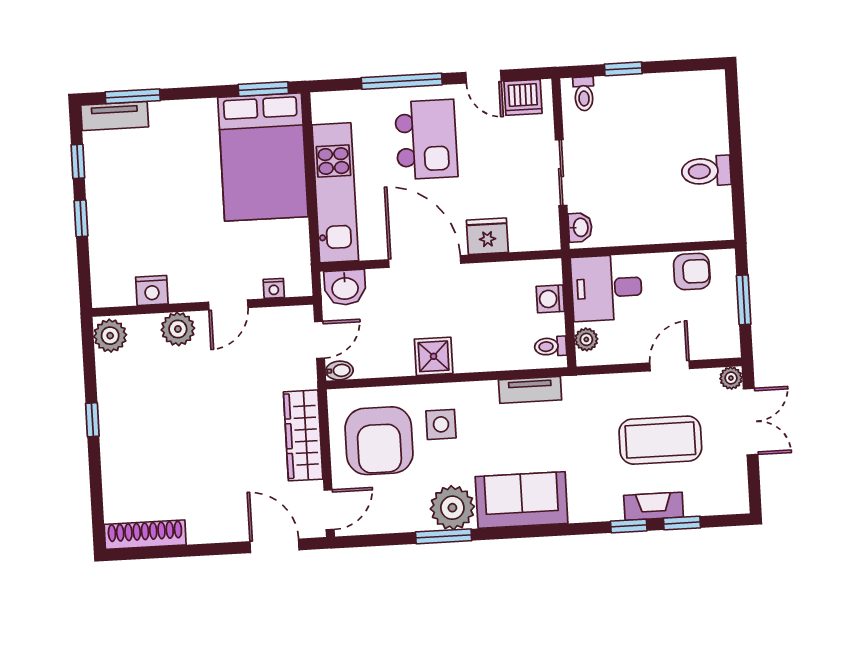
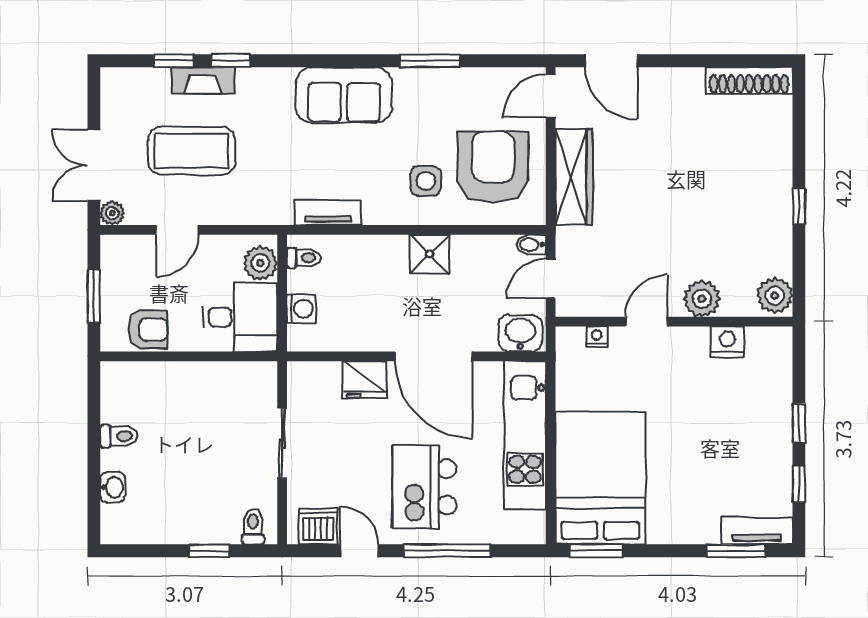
toilet: (706, 171) -> (119, 436), width x0.73, depth x0.72
washbasin: (580, 227) -> (113, 487), moved, turned 180
armchair: (692, 271) -> (148, 330), turned 180
plant: (586, 339) -> (260, 263), width x1.38, depth x1.38
plant: (452, 508) -> (418, 91), removed

